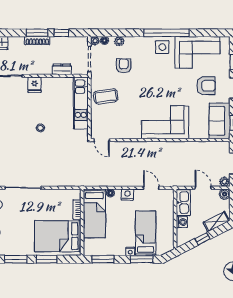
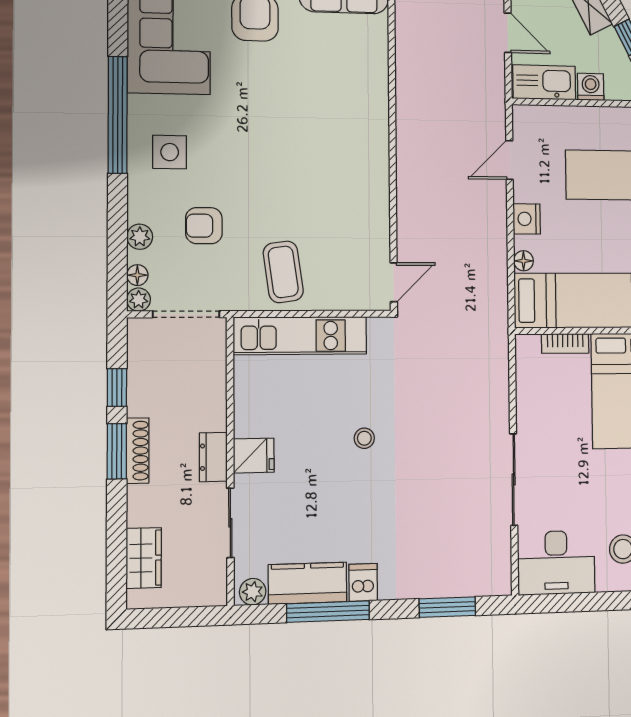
side table: (162, 47) -> (170, 152), moved
dresser: (62, 69) -> (213, 457), moved
corner sofa: (165, 122) -> (348, 123), removed
door: (203, 188) -> (508, 33), swing flipped

